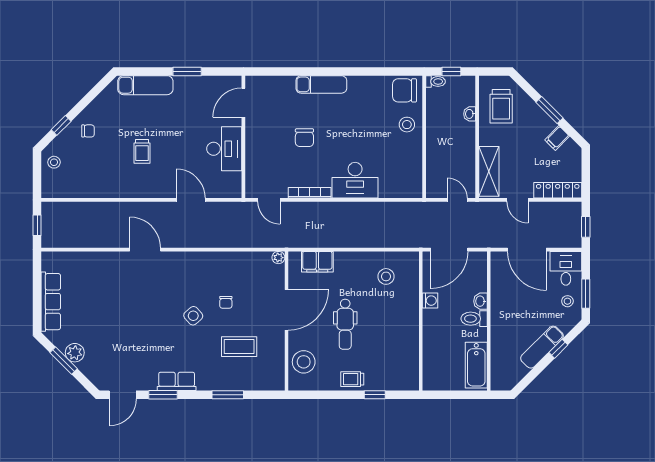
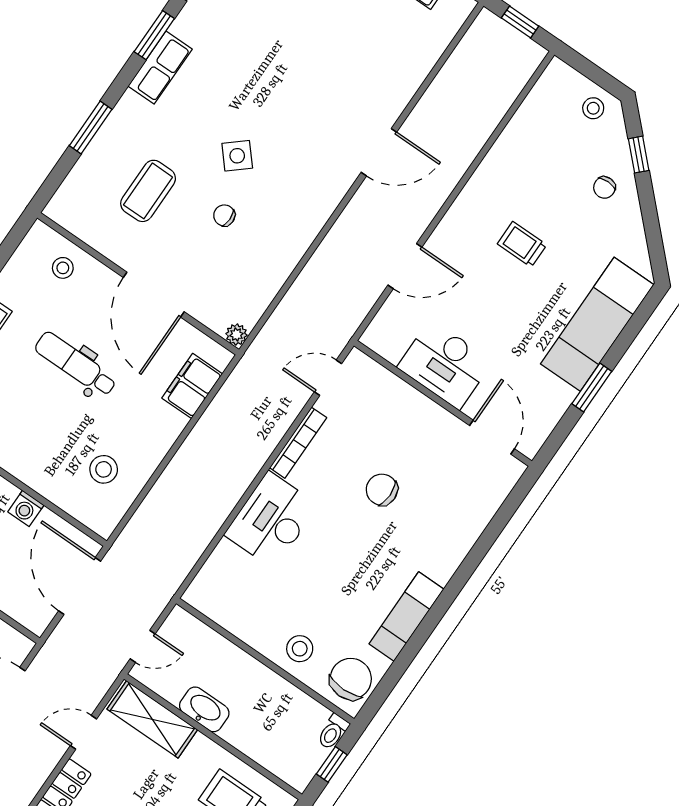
exam couch: (321, 84) -> (406, 617), moved
exam couch: (145, 85) -> (597, 324), width x1.36, depth x1.45
washbasin: (470, 114) -> (204, 709), moved, width x1.91, depth x1.45
stool: (304, 362) -> (63, 268), width x0.53, depth x0.53

